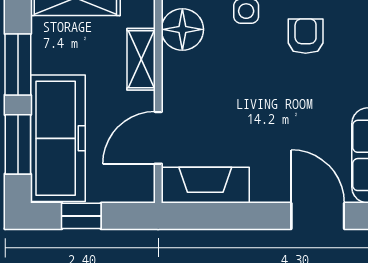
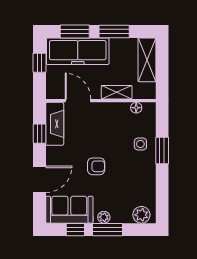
floor lamp: (182, 29) -> (136, 108), width x0.53, depth x0.53
armchair: (306, 36) -> (96, 166), moved
window: (225, 216) -> (39, 134), added

